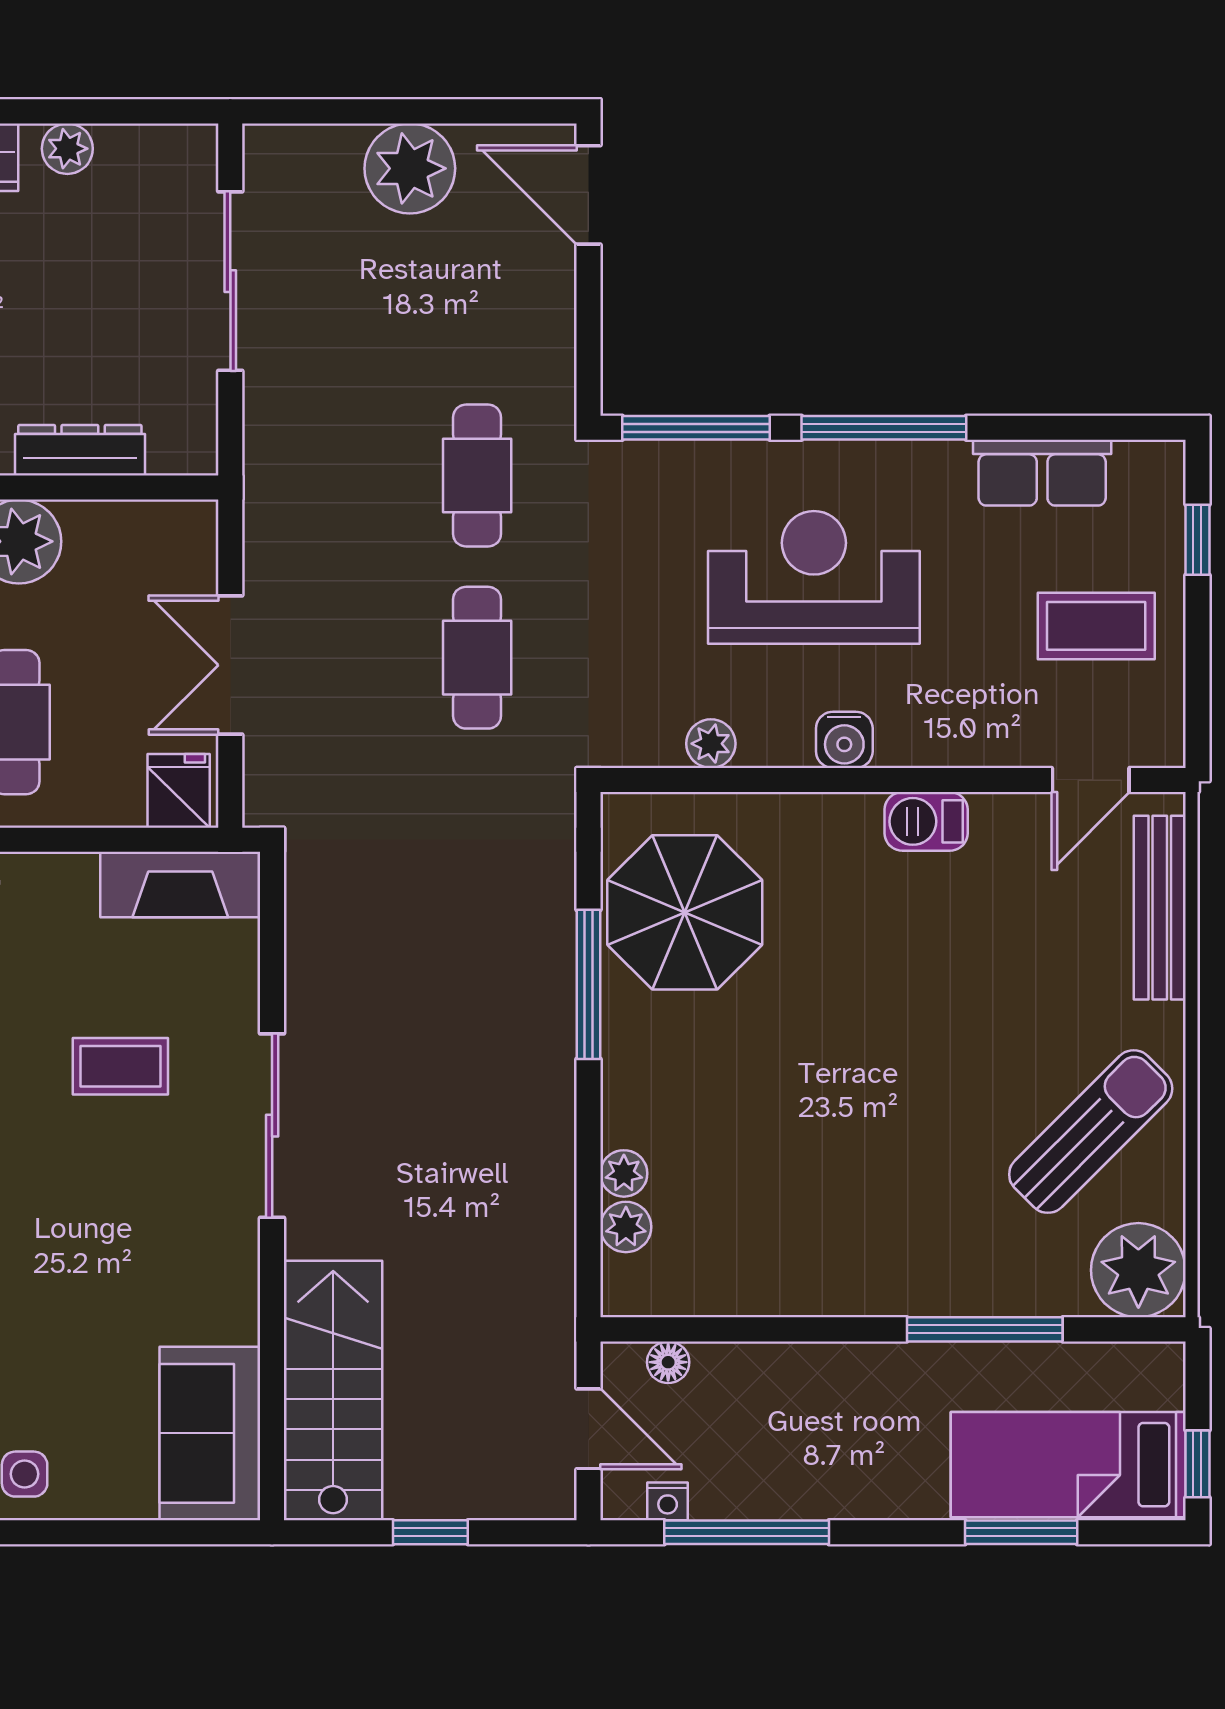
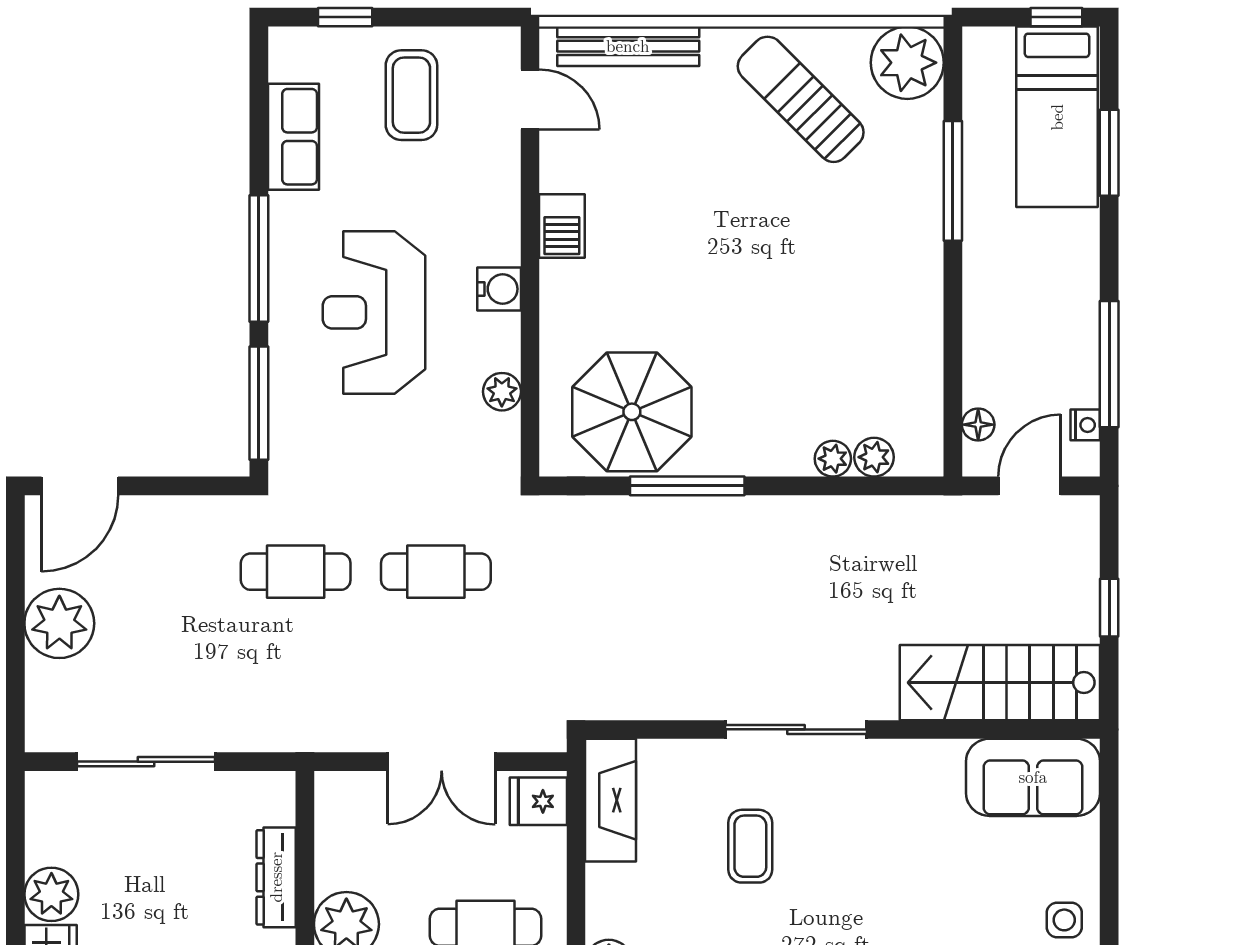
plant: (67, 149) -> (51, 894), width x1.38, depth x1.38

